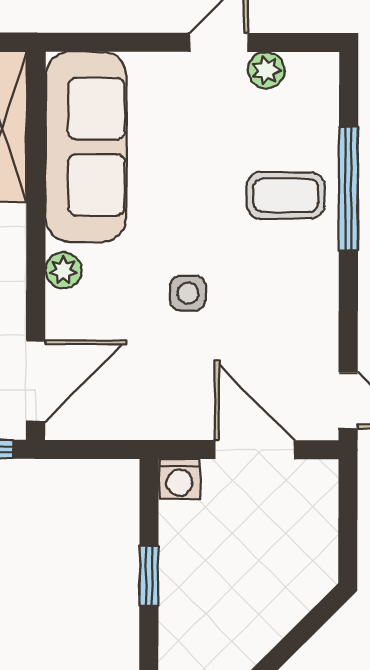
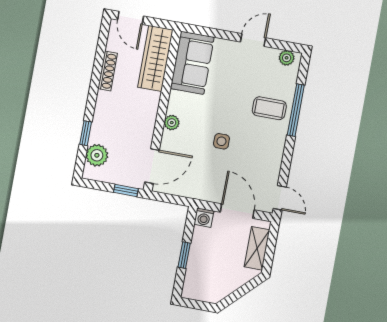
plant: (266, 70) -> (287, 58), moved
sofa: (86, 147) -> (192, 63), width x0.73
shelving: (316, 528) -> (257, 248), added

